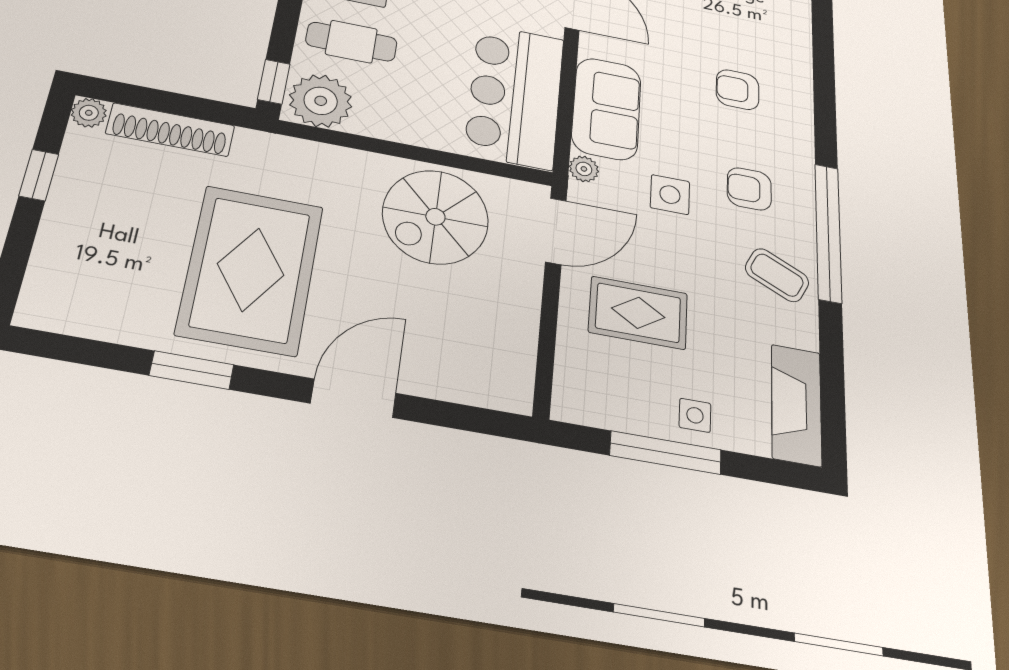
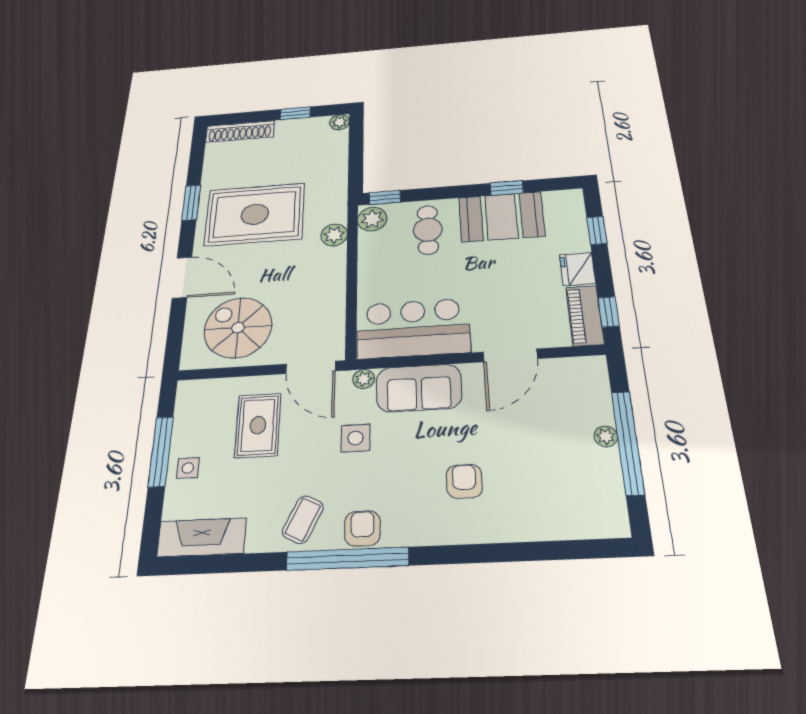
plant: (321, 101) -> (372, 219), width x0.73, depth x0.73
shoe rack: (170, 130) -> (240, 131), moved, turned -90
plant: (327, 162) -> (334, 235), added
armchair: (749, 189) -> (362, 528), moved
spiral stairs: (435, 217) -> (238, 328), moved

